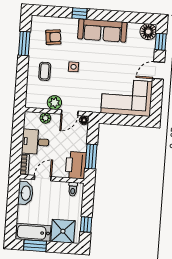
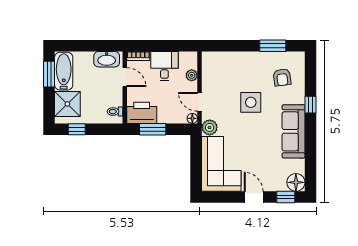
side table: (74, 67) -> (251, 102), width x1.87, depth x1.87
coffee table: (45, 71) -> (243, 71), removed
plant: (54, 103) -> (210, 127), moved

